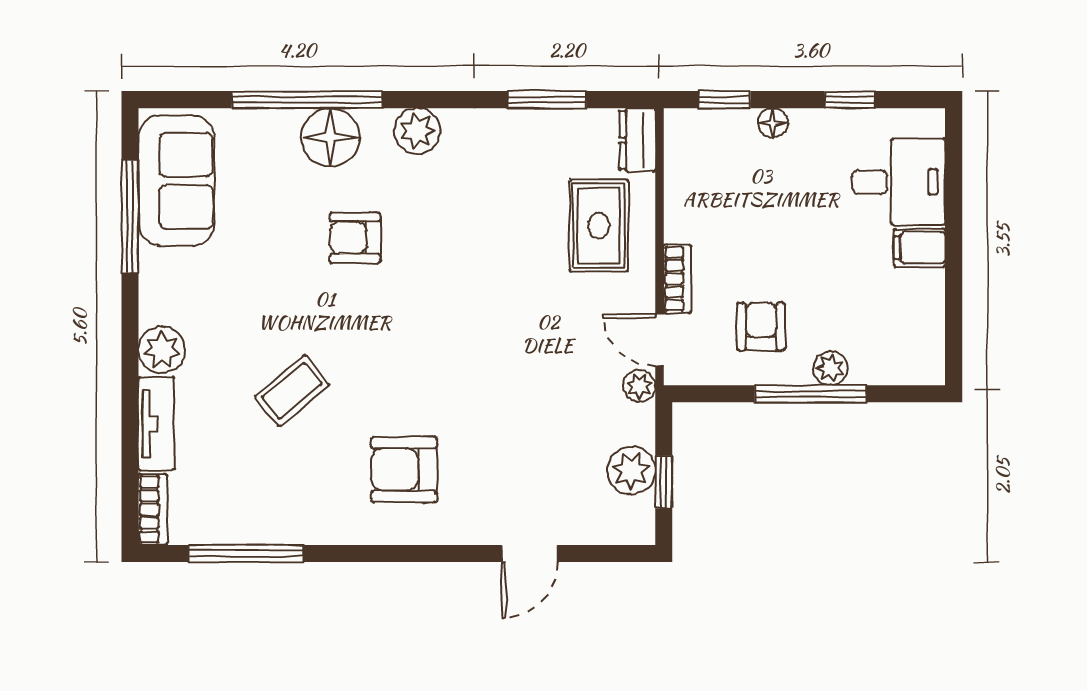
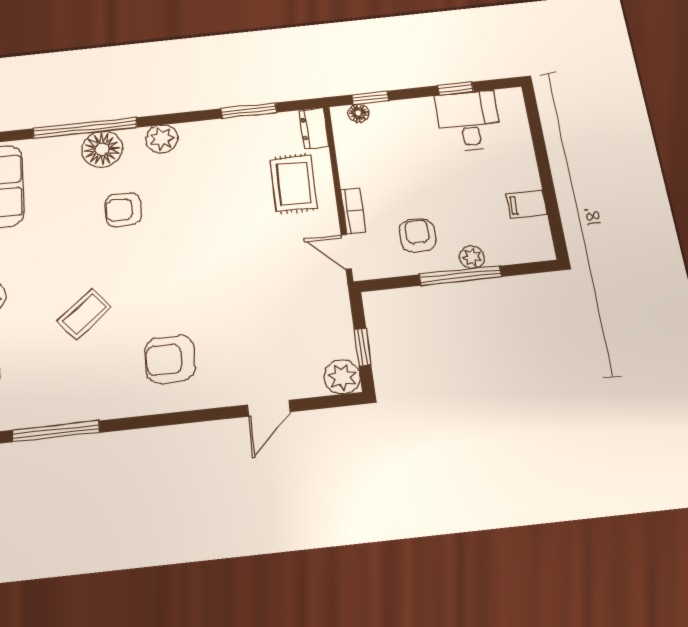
floor lamp: (773, 123) -> (358, 113), moved
desk: (899, 182) -> (469, 121), moved, turned -90
filing cabinet: (920, 248) -> (527, 204), moved
plant: (639, 386) -> (336, 284), removed
plant: (631, 470) -> (342, 377), moved

